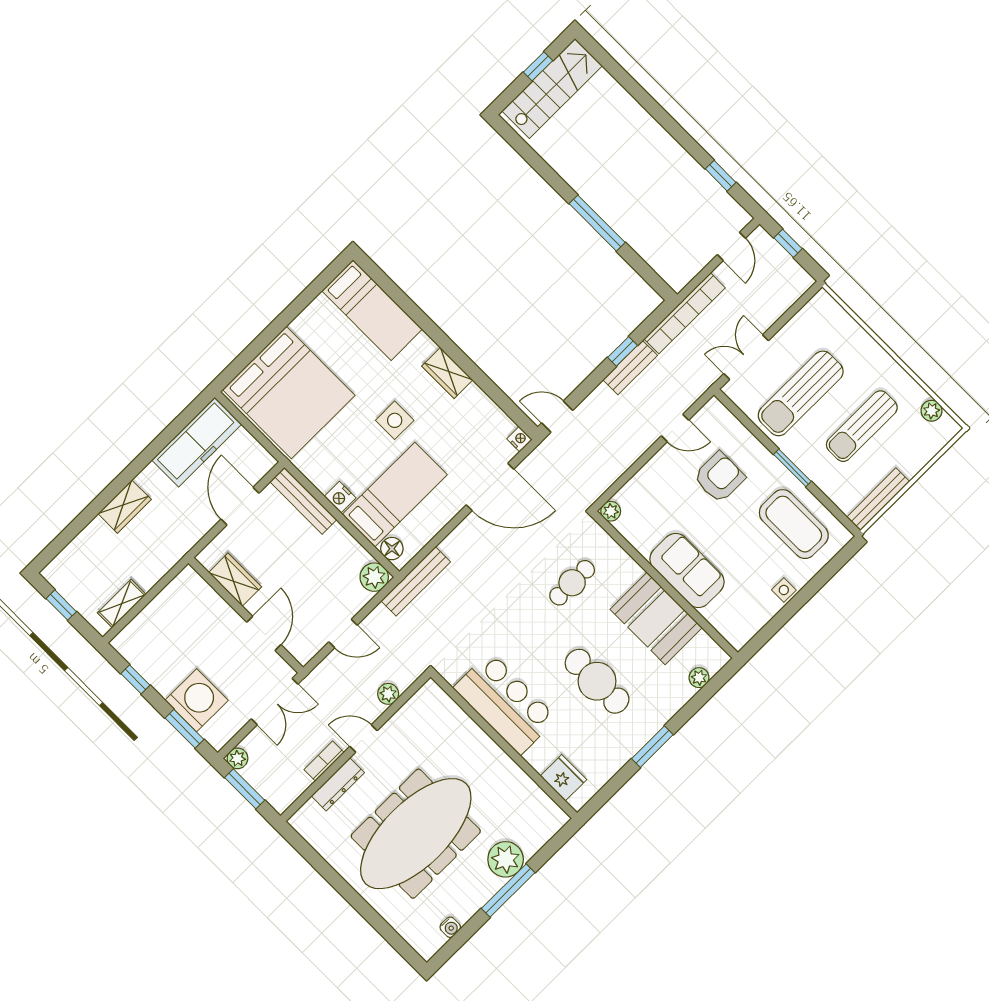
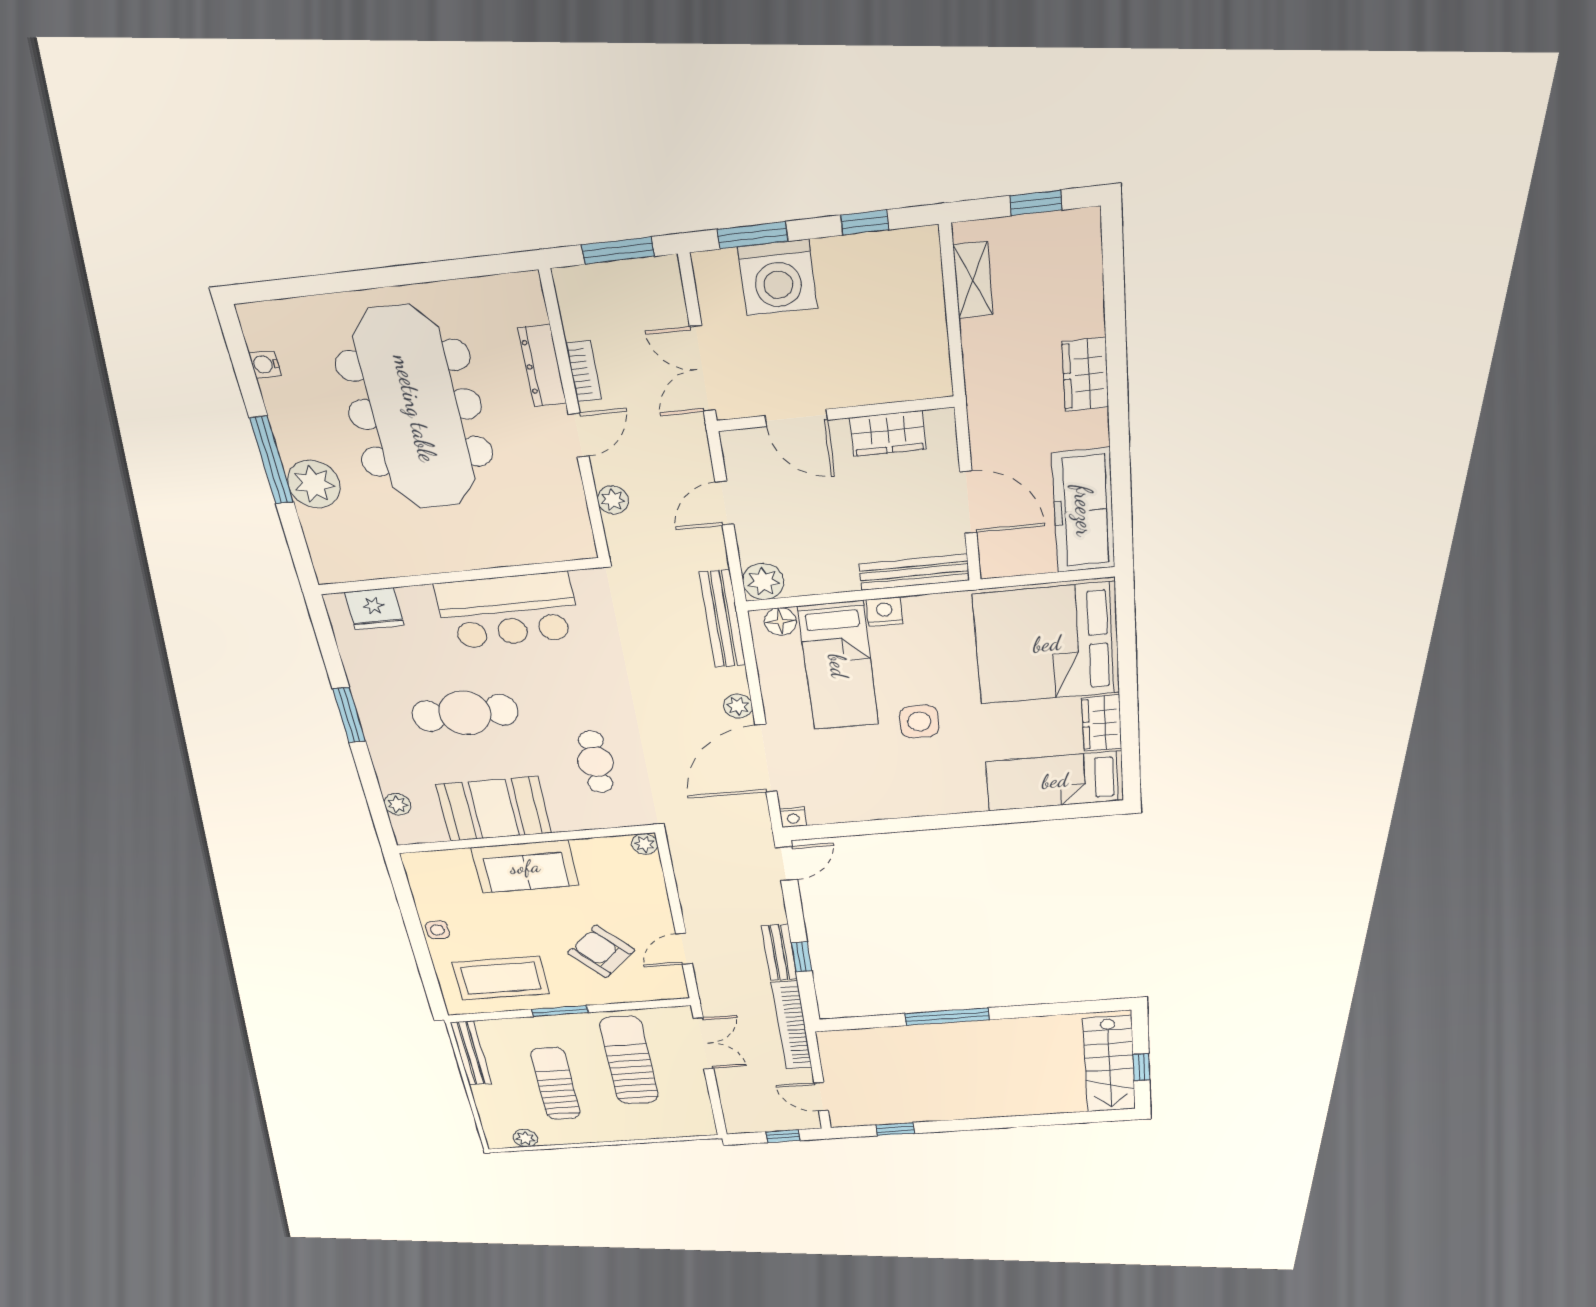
wardrobe: (447, 373) -> (1102, 723), moved, turned -90
armchair: (719, 477) -> (601, 951), turned 137
plant: (237, 758) -> (738, 706), moved

